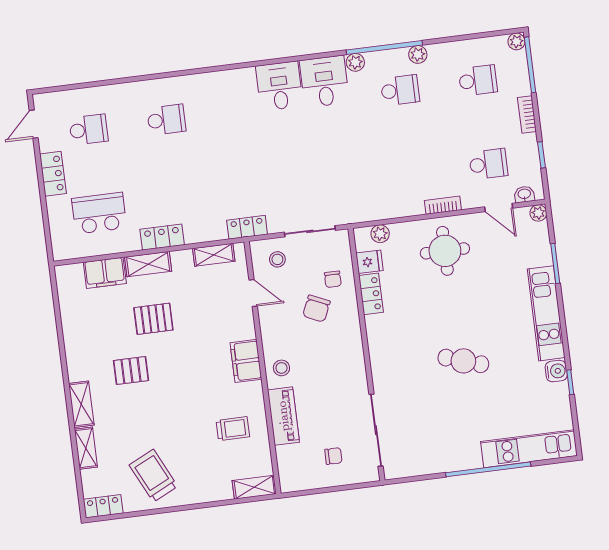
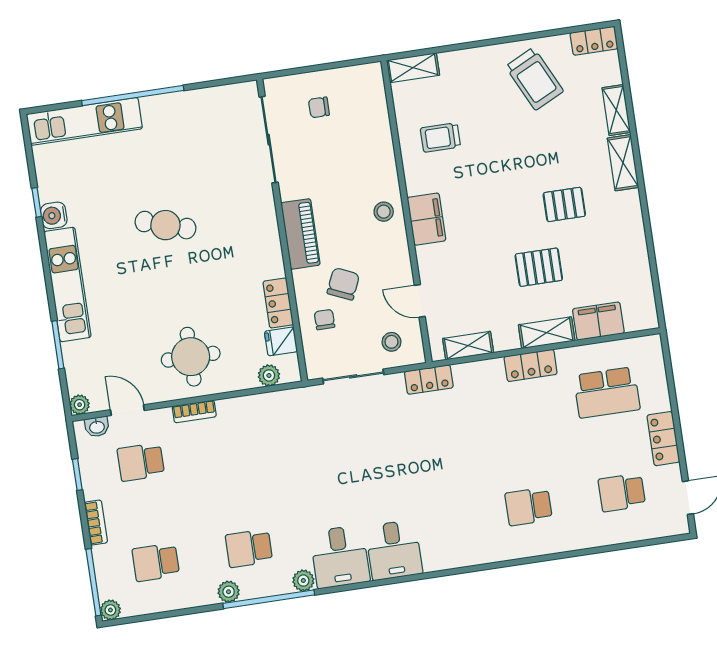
piano: (283, 416) -> (300, 234), moved, turned 180

